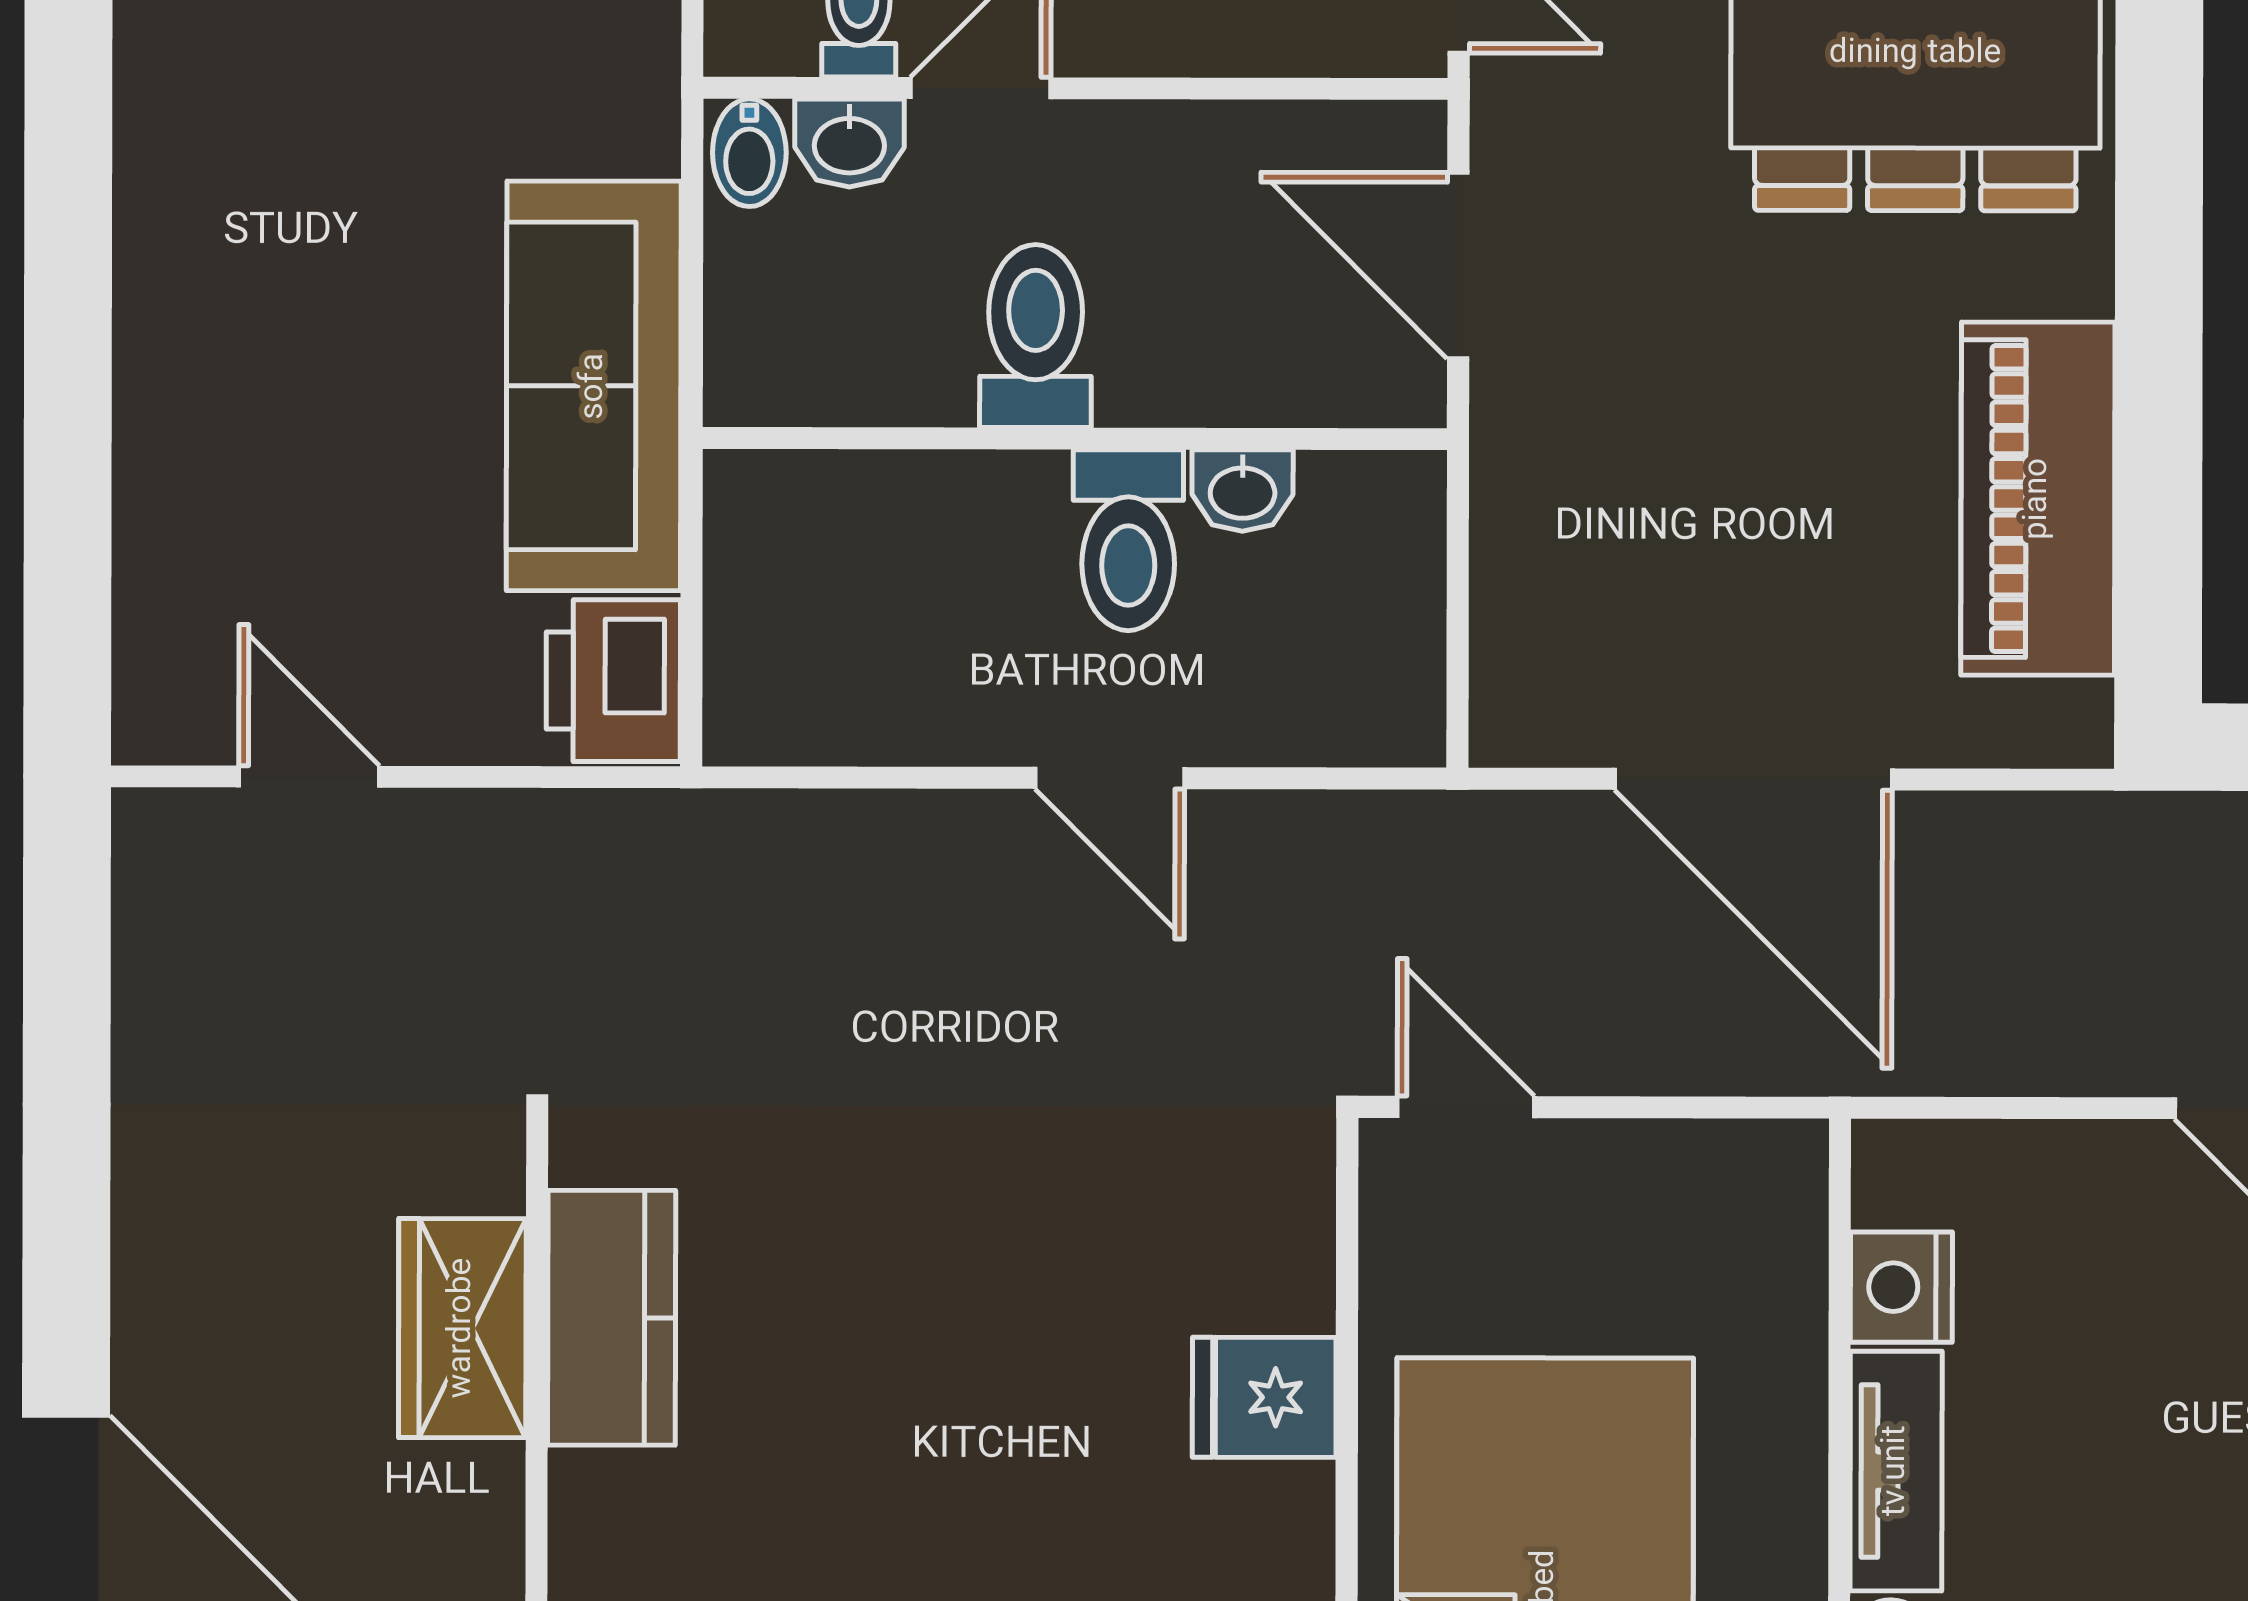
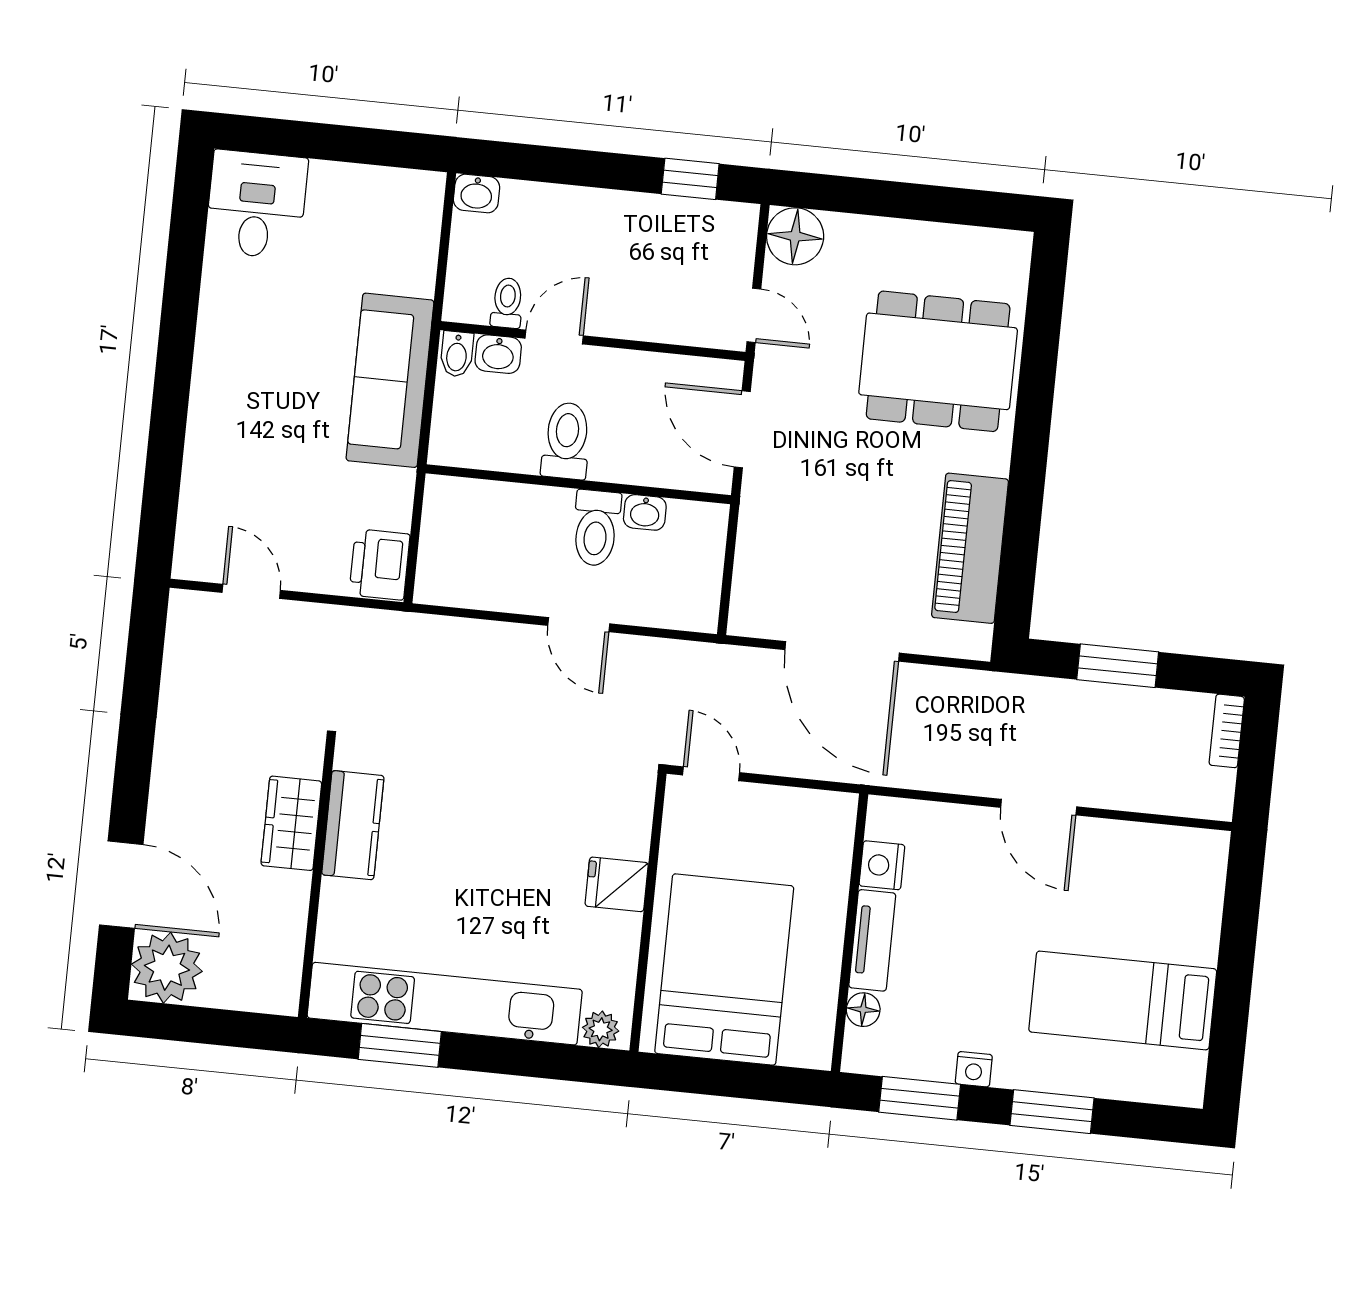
sofa: (594, 386) -> (390, 380), moved

